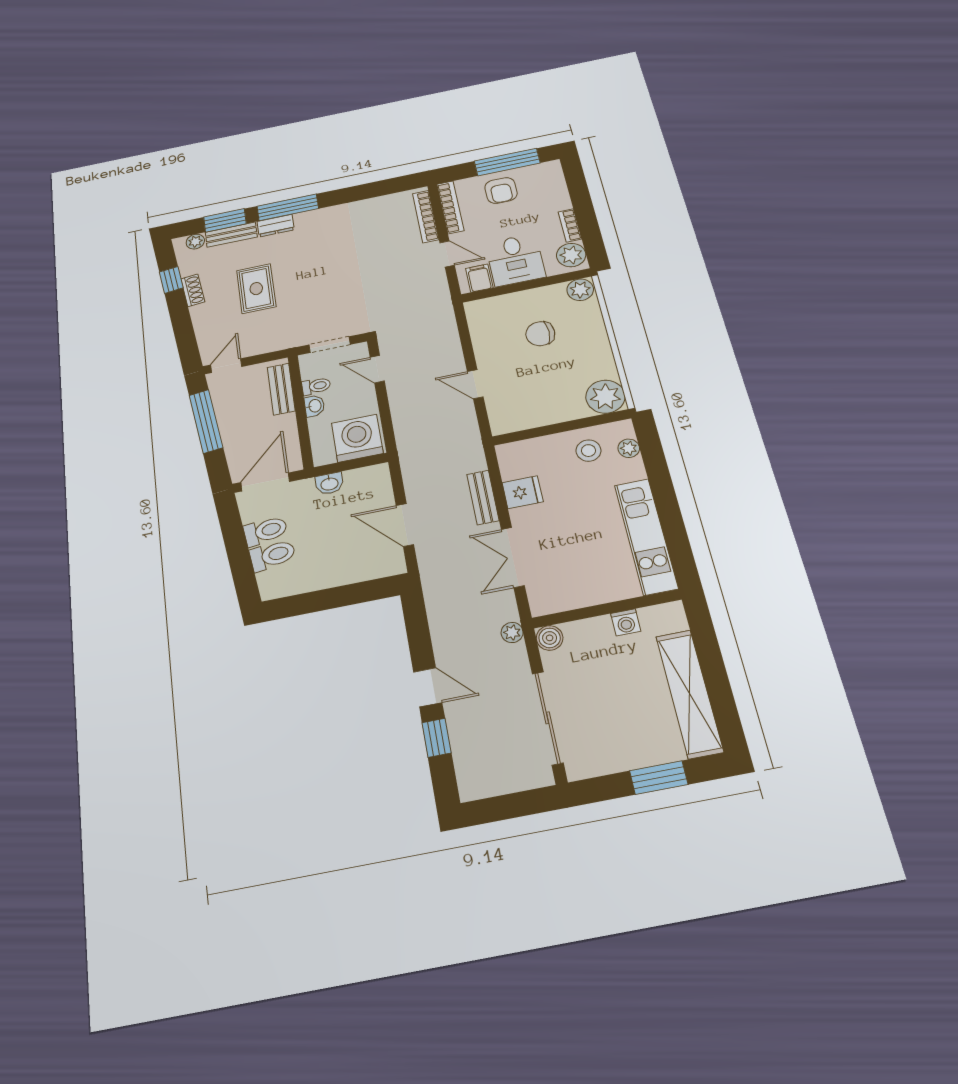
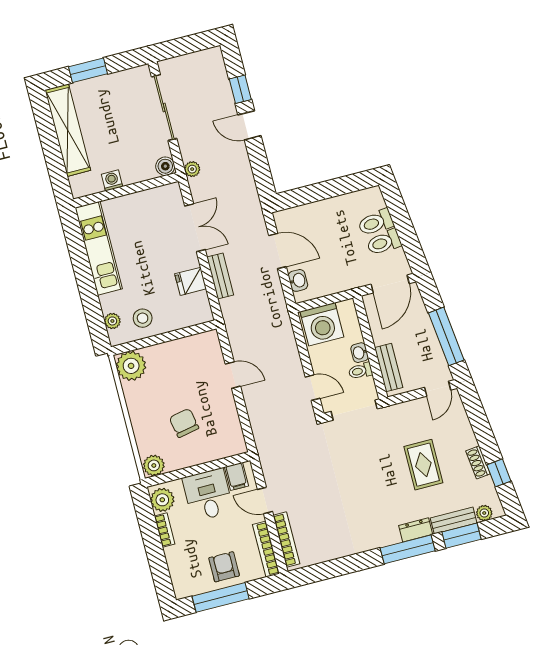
chair: (540, 334) -> (184, 423), turned -101
doorway: (330, 345) -> (354, 410), width x1.38
washbasin: (329, 484) -> (298, 280), moved, turned 90

